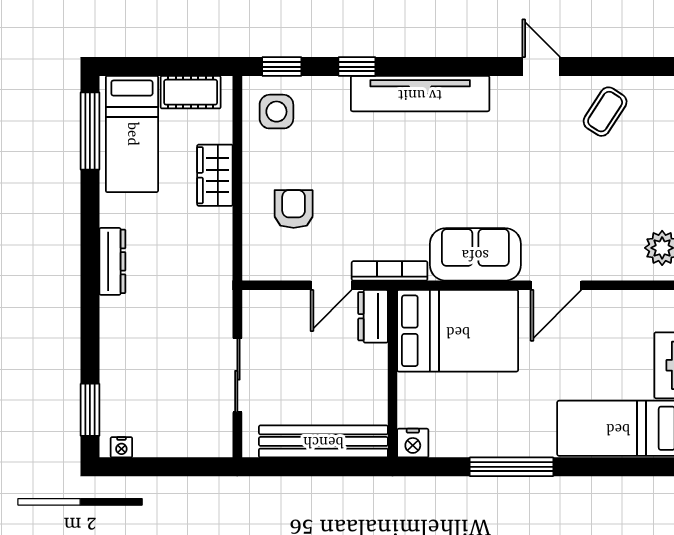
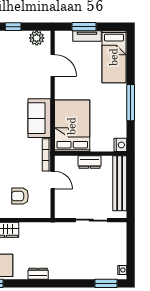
dresser: (112, 261) -> (38, 274), width x0.70
door: (556, 285) -> (53, 65), moved
dresser: (373, 316) -> (89, 162), moved

